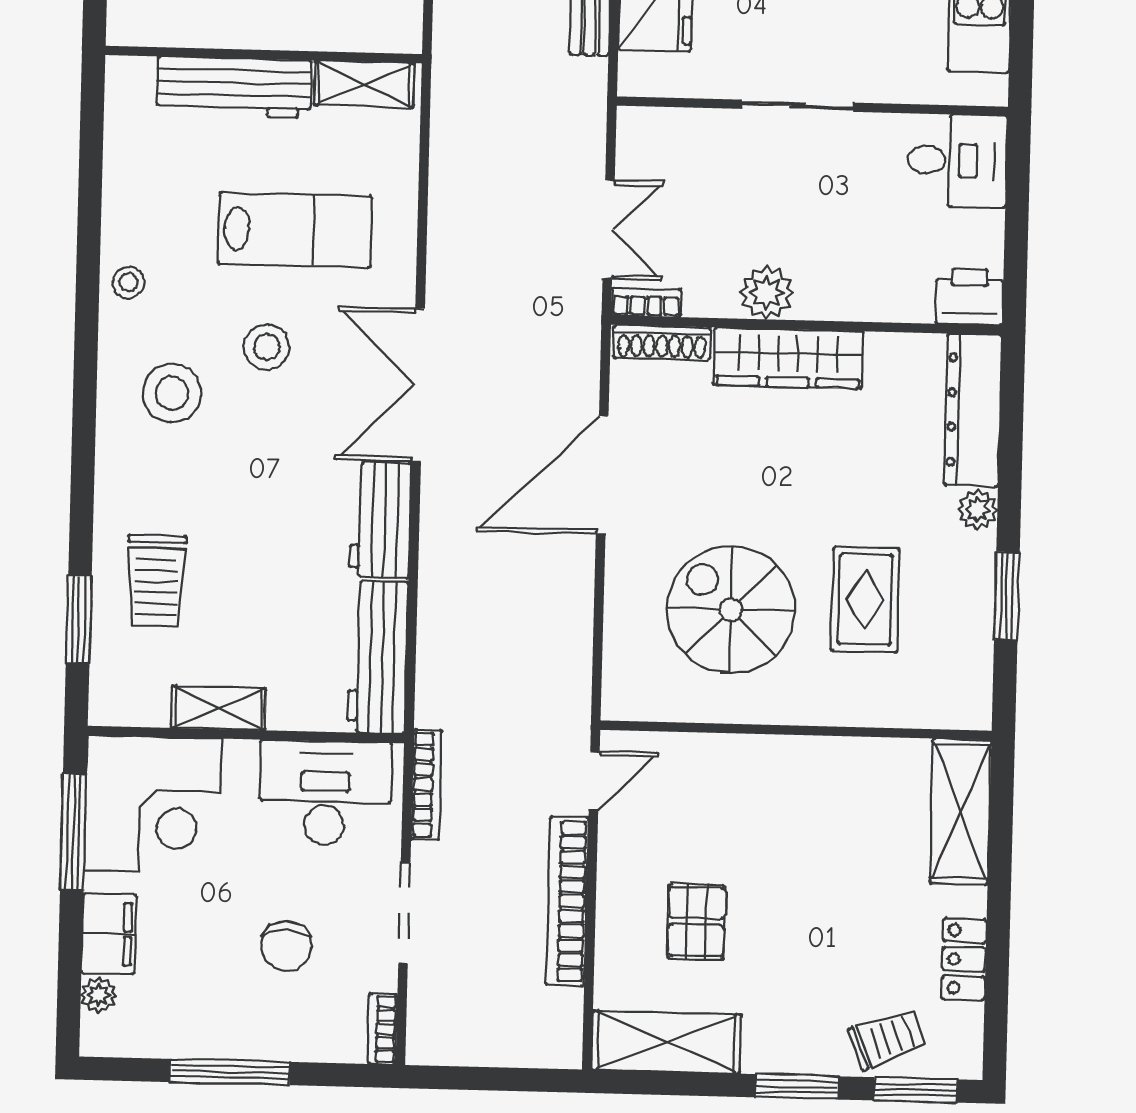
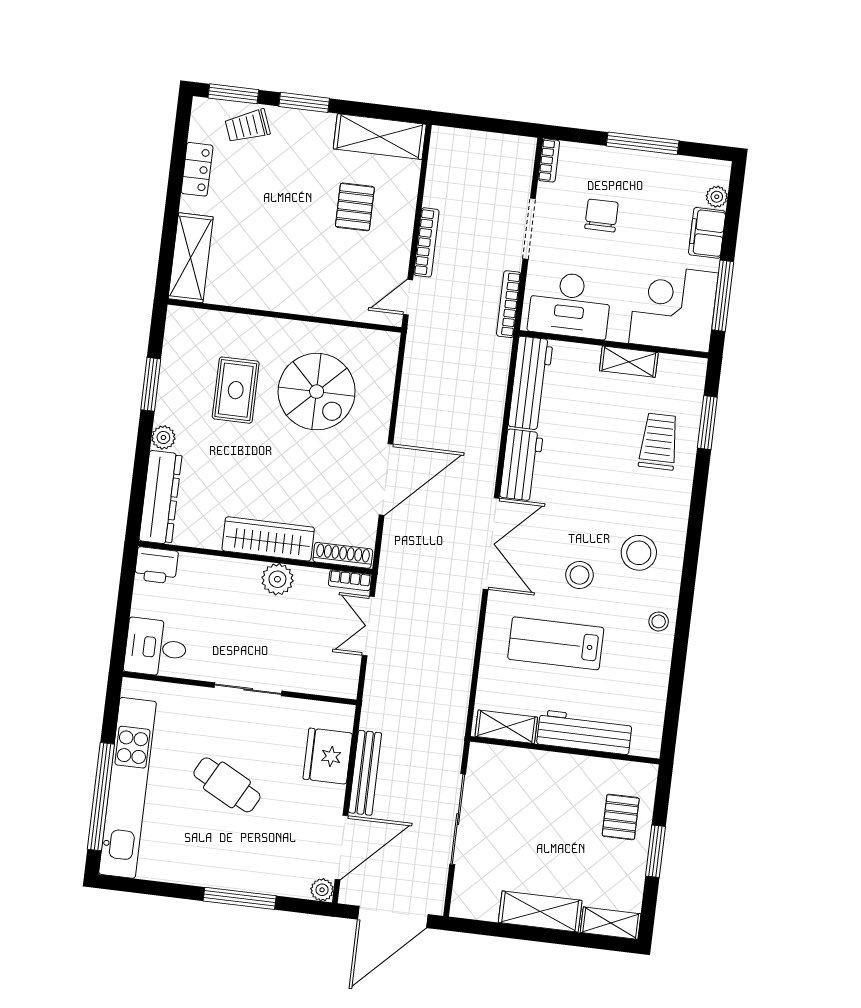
bookcase: (567, 901) -> (426, 242), width x0.68, depth x0.76

